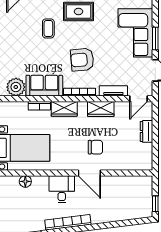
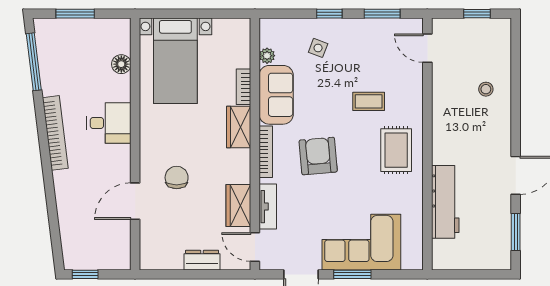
side table: (15, 60) -> (318, 48), added
plant: (16, 87) -> (267, 56), width x0.53, depth x0.53
wardrobe: (101, 109) -> (238, 206), moved
chair: (95, 147) -> (177, 178), turned 180
door: (89, 173) -> (135, 201), moved

